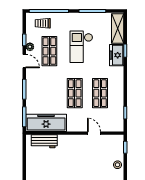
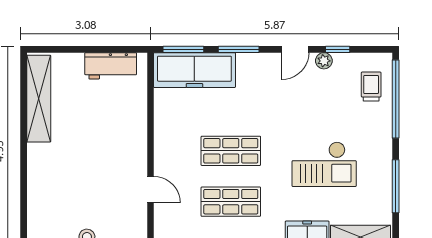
checkout: (81, 47) -> (324, 164), turned 180
shop shelf: (49, 51) -> (315, 100), removed
freezer: (46, 123) -> (194, 70), moved, turned 90
door: (94, 133) -> (150, 190), hinge flipped
workbench: (44, 141) -> (111, 66), moved, turned -90

